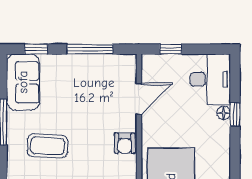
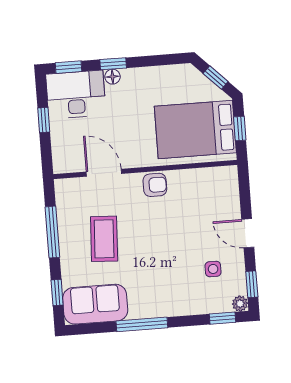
window: (171, 49) -> (44, 120), moved
window: (235, 75) -> (69, 67), added
coffee table: (48, 146) -> (104, 239), moved

